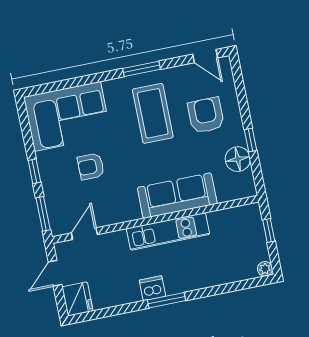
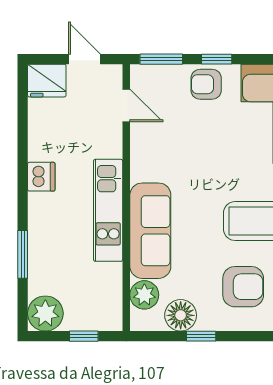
armchair: (91, 166) -> (206, 84), moved, turned -90
plant: (228, 190) -> (144, 295), added
plant: (265, 269) -> (45, 313), width x1.88, depth x1.88
window: (167, 300) -> (23, 254), moved

